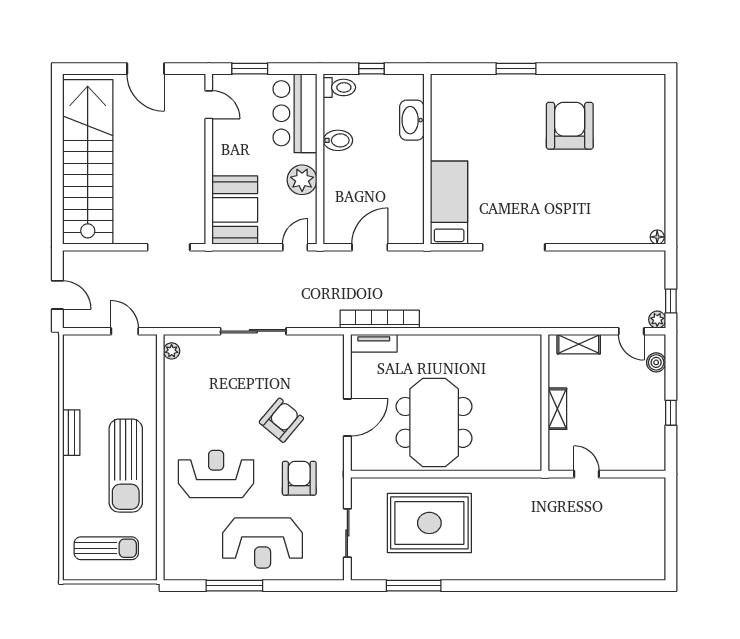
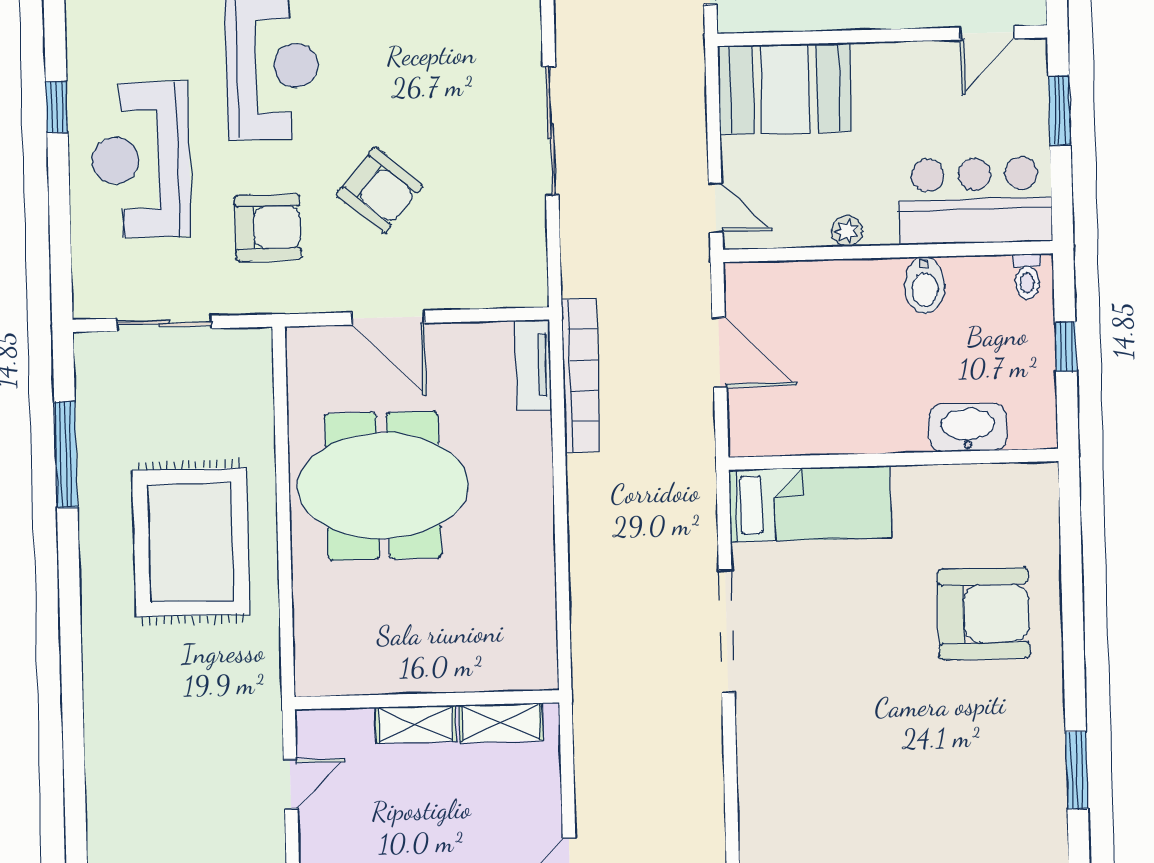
window: (516, 69) -> (1077, 770), moved
toilet: (339, 87) -> (1027, 277), width x0.73, depth x0.72
armchair: (570, 126) -> (984, 614), moved
plant: (302, 180) -> (847, 231), width x0.53, depth x0.53
shelving: (579, 344) -> (501, 723), moved, turned 90
rug: (429, 523) -> (191, 542), moved
window: (234, 586) -> (57, 107), width x0.46

